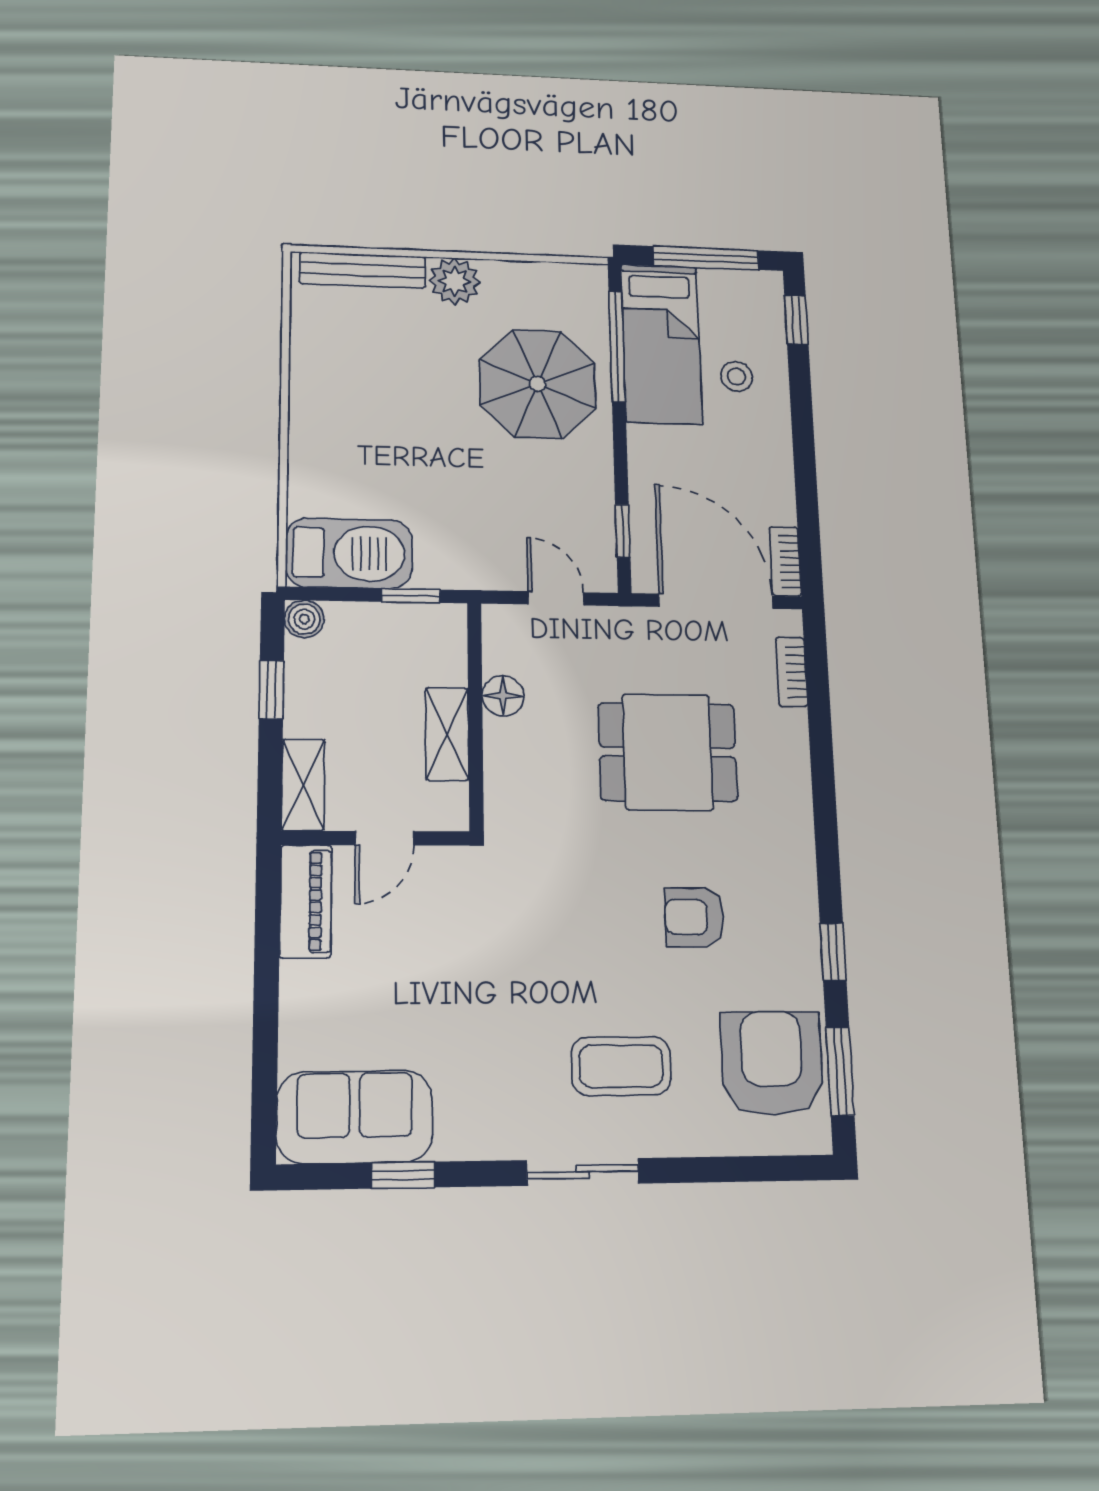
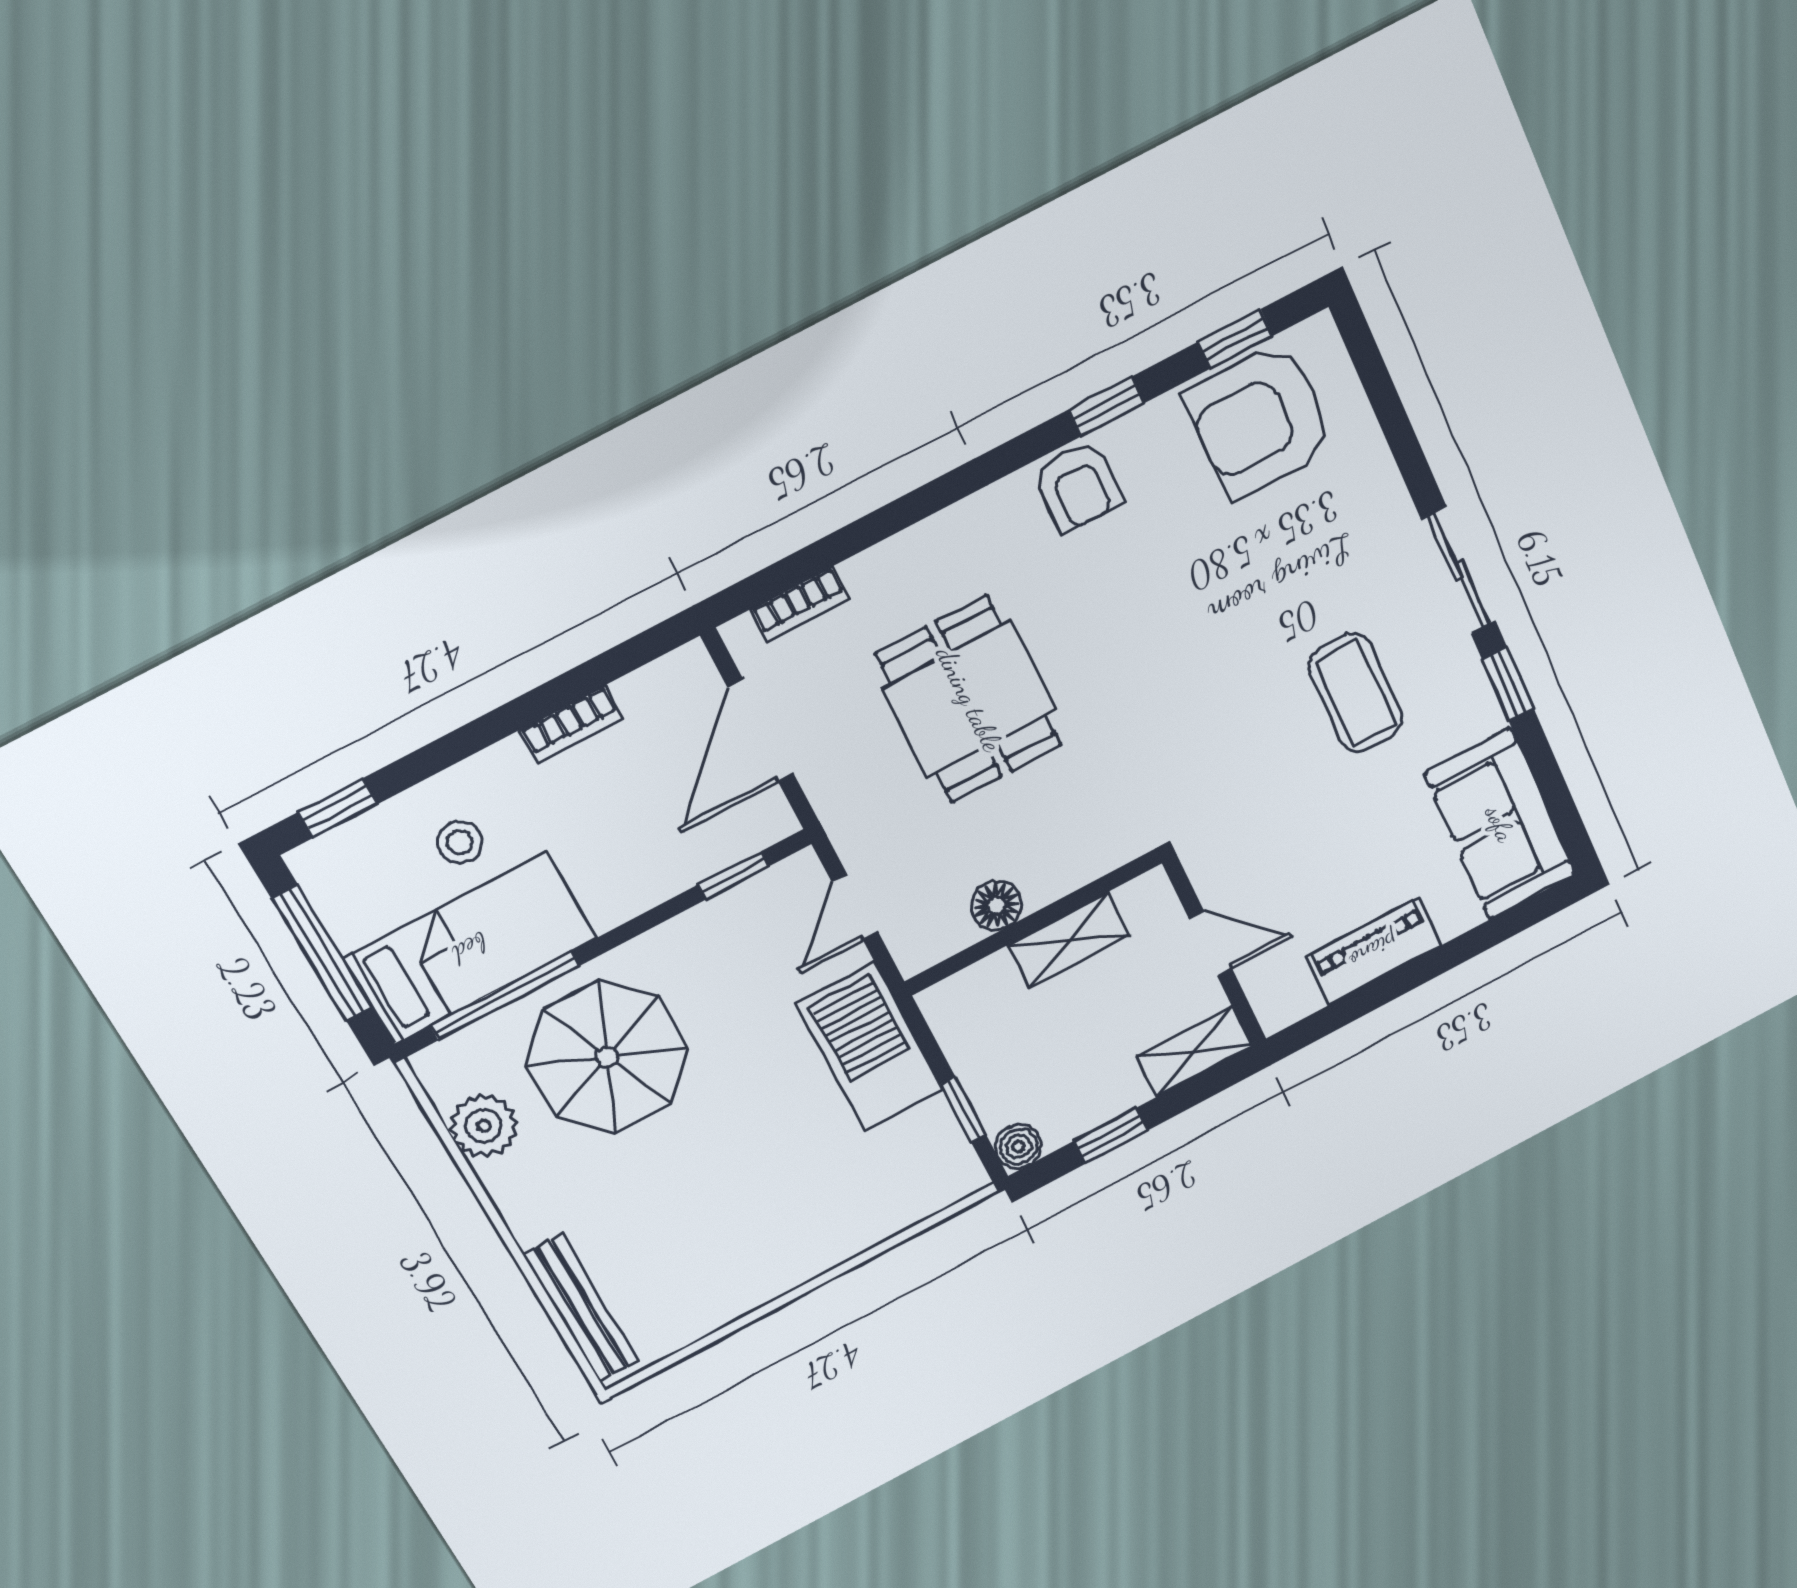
plant: (455, 281) -> (484, 1126), moved
barbecue: (349, 553) -> (870, 1047), moved
bookcase: (785, 561) -> (571, 725), moved
window: (411, 596) -> (963, 1109), moved
door: (716, 601) -> (761, 731), width x0.73
piano: (306, 901) -> (1373, 951), moved
armchair: (694, 917) -> (1078, 486), moved
coffee table: (621, 1066) -> (1356, 693), moved
window: (840, 1071) -> (1235, 339), width x0.67
window: (403, 1175) -> (1508, 684), moved

